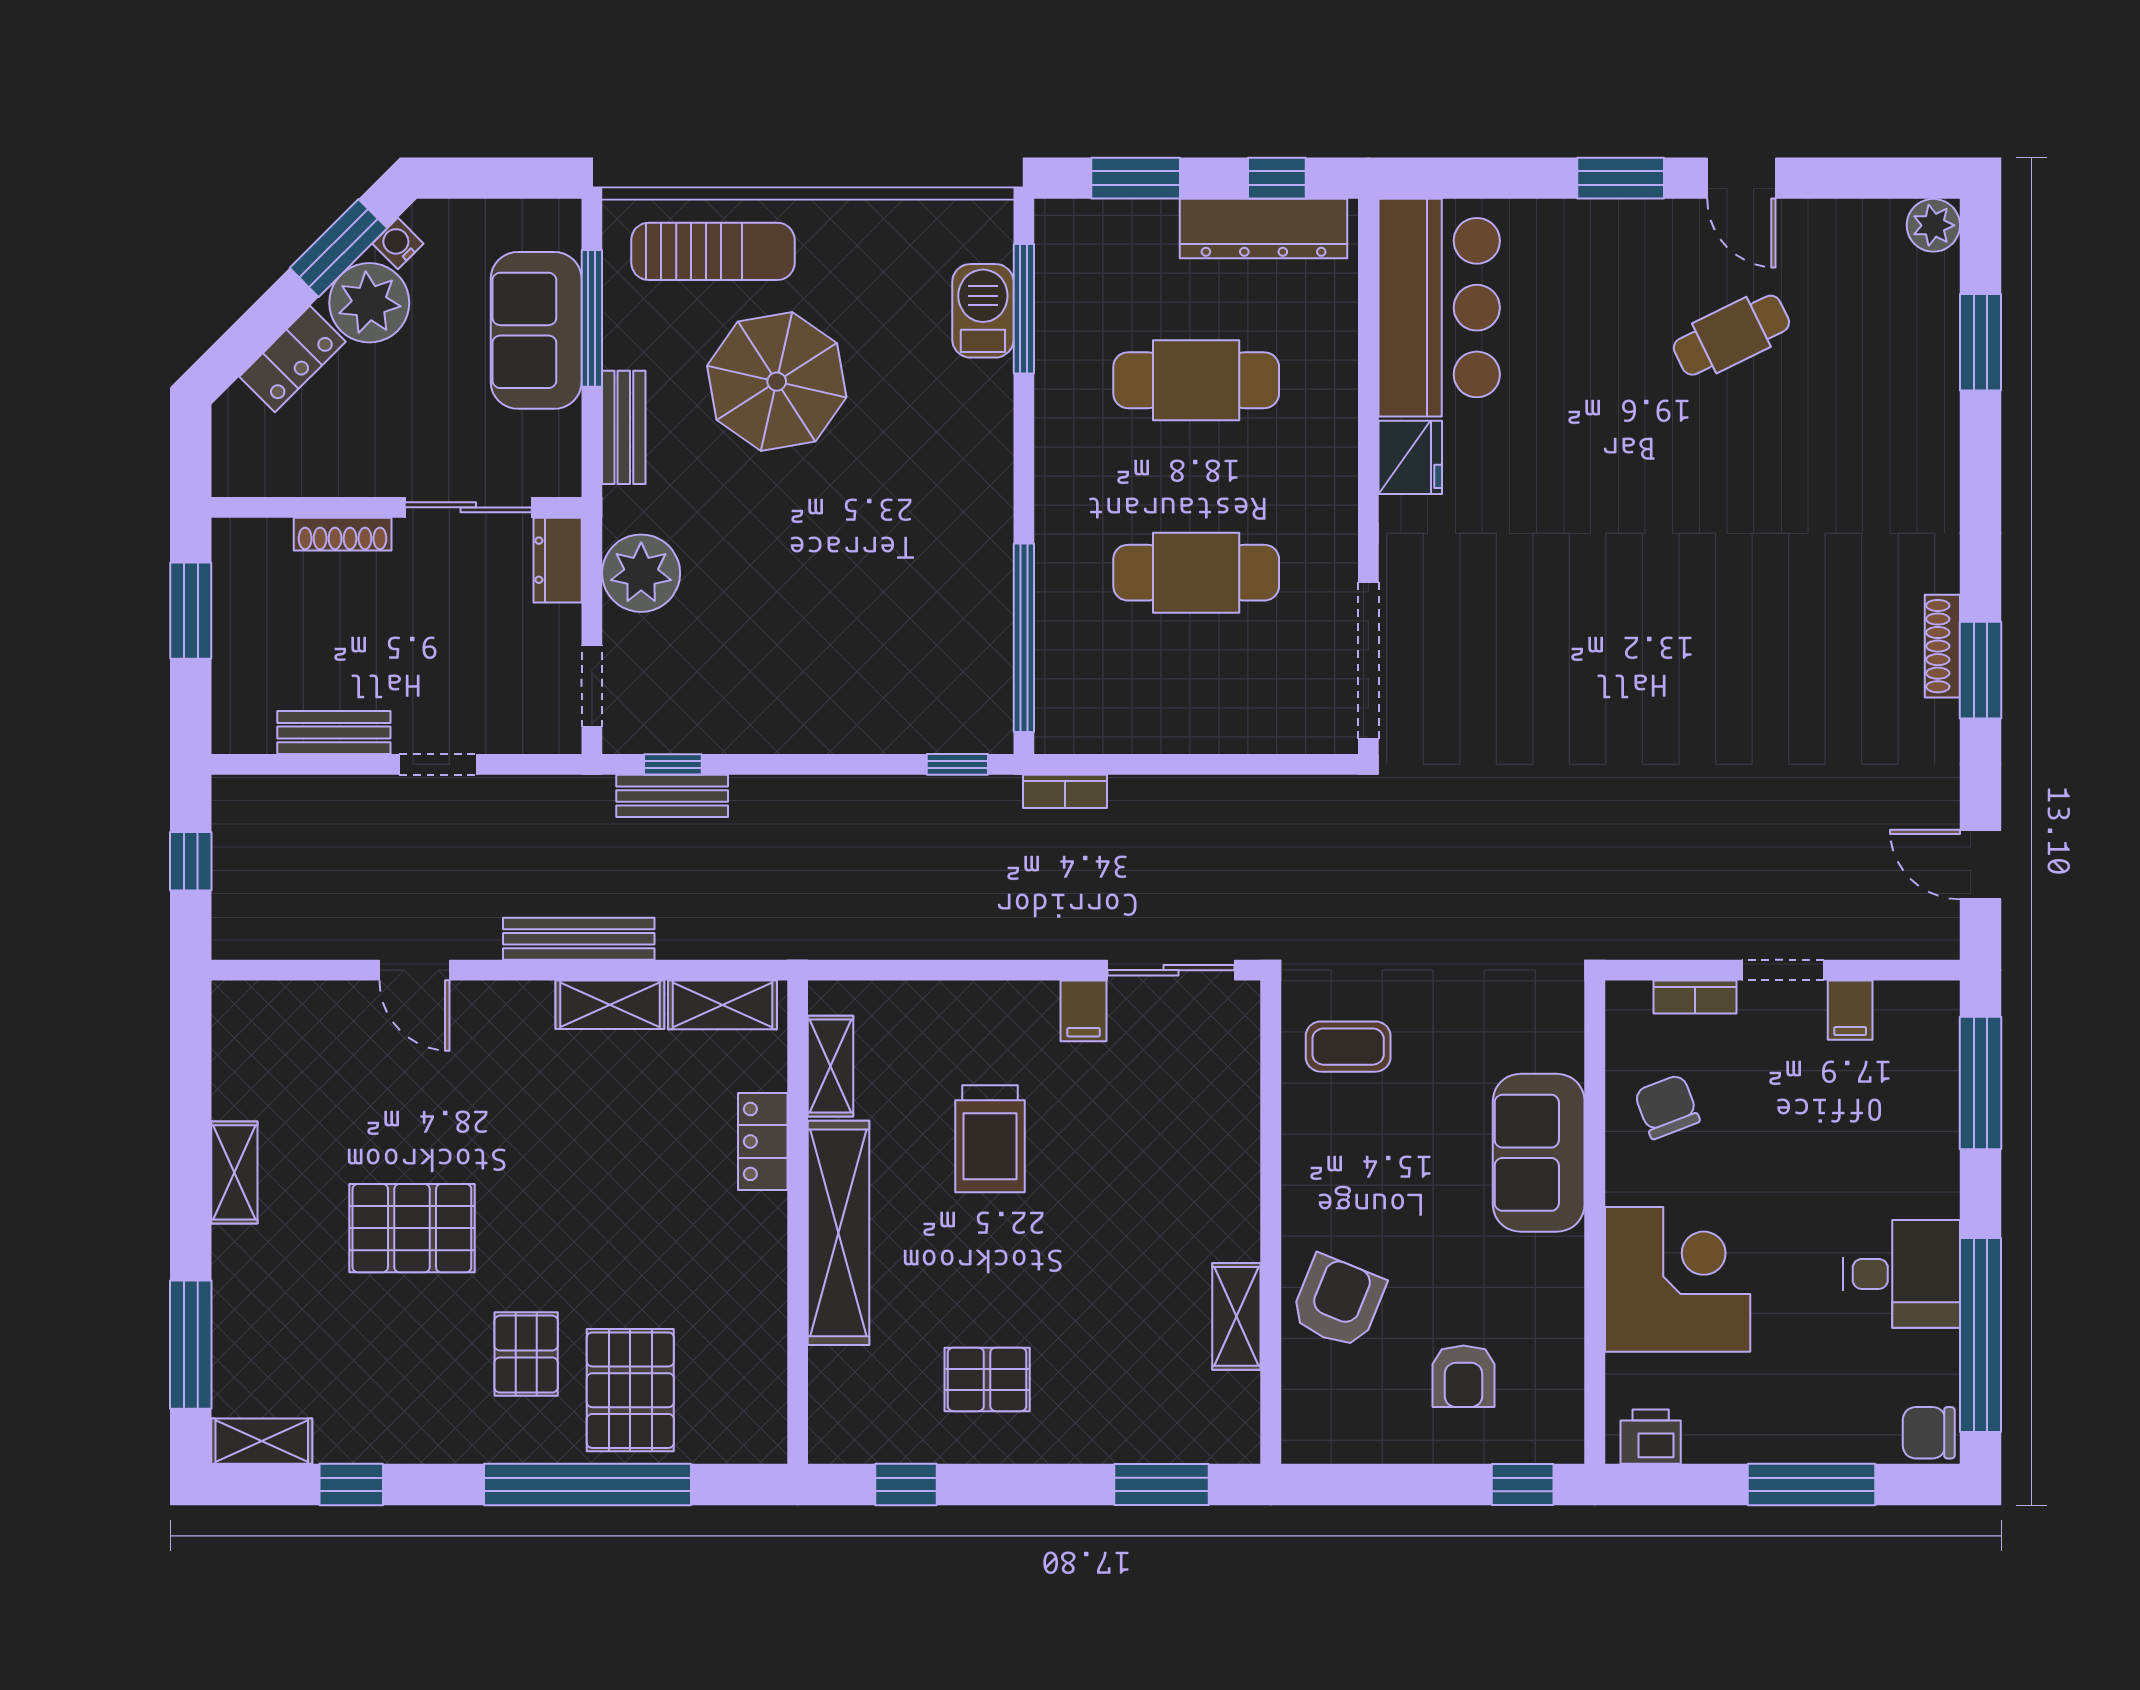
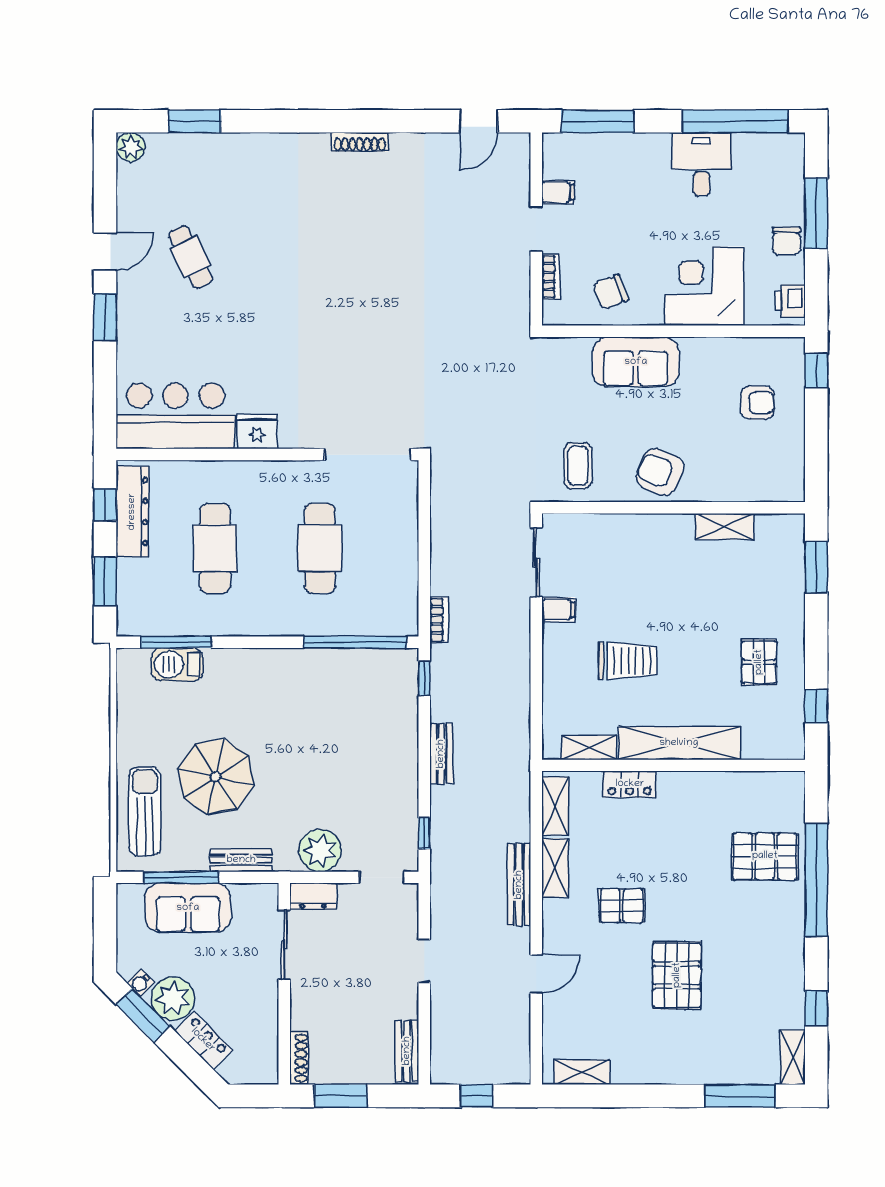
shoe rack: (343, 534) -> (299, 1058), moved
window: (1980, 670) -> (373, 121), removed
bench: (334, 733) -> (407, 1051), moved
bench: (672, 796) -> (441, 754), moved
shelving: (234, 1172) -> (582, 1072), moved
armchair: (1338, 1302) -> (660, 472), moved
pallet: (526, 1354) -> (622, 906), moved
chair: (1929, 1433) -> (787, 241), moved

